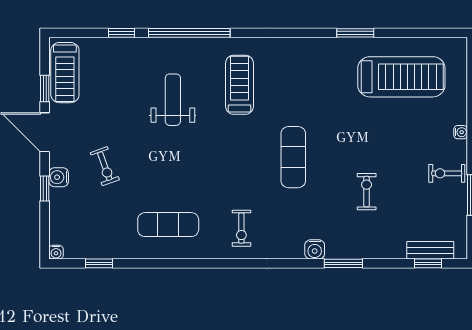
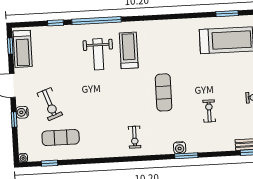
window: (355, 33) -> (227, 14), moved
window: (45, 88) -> (10, 46), moved
weight bench: (173, 100) -> (98, 54), moved, turned 180
exercise bike: (105, 166) -> (50, 104), width x1.38, depth x1.39
exercise mat: (168, 225) -> (61, 138), moved
window: (343, 263) -> (186, 156), moved

